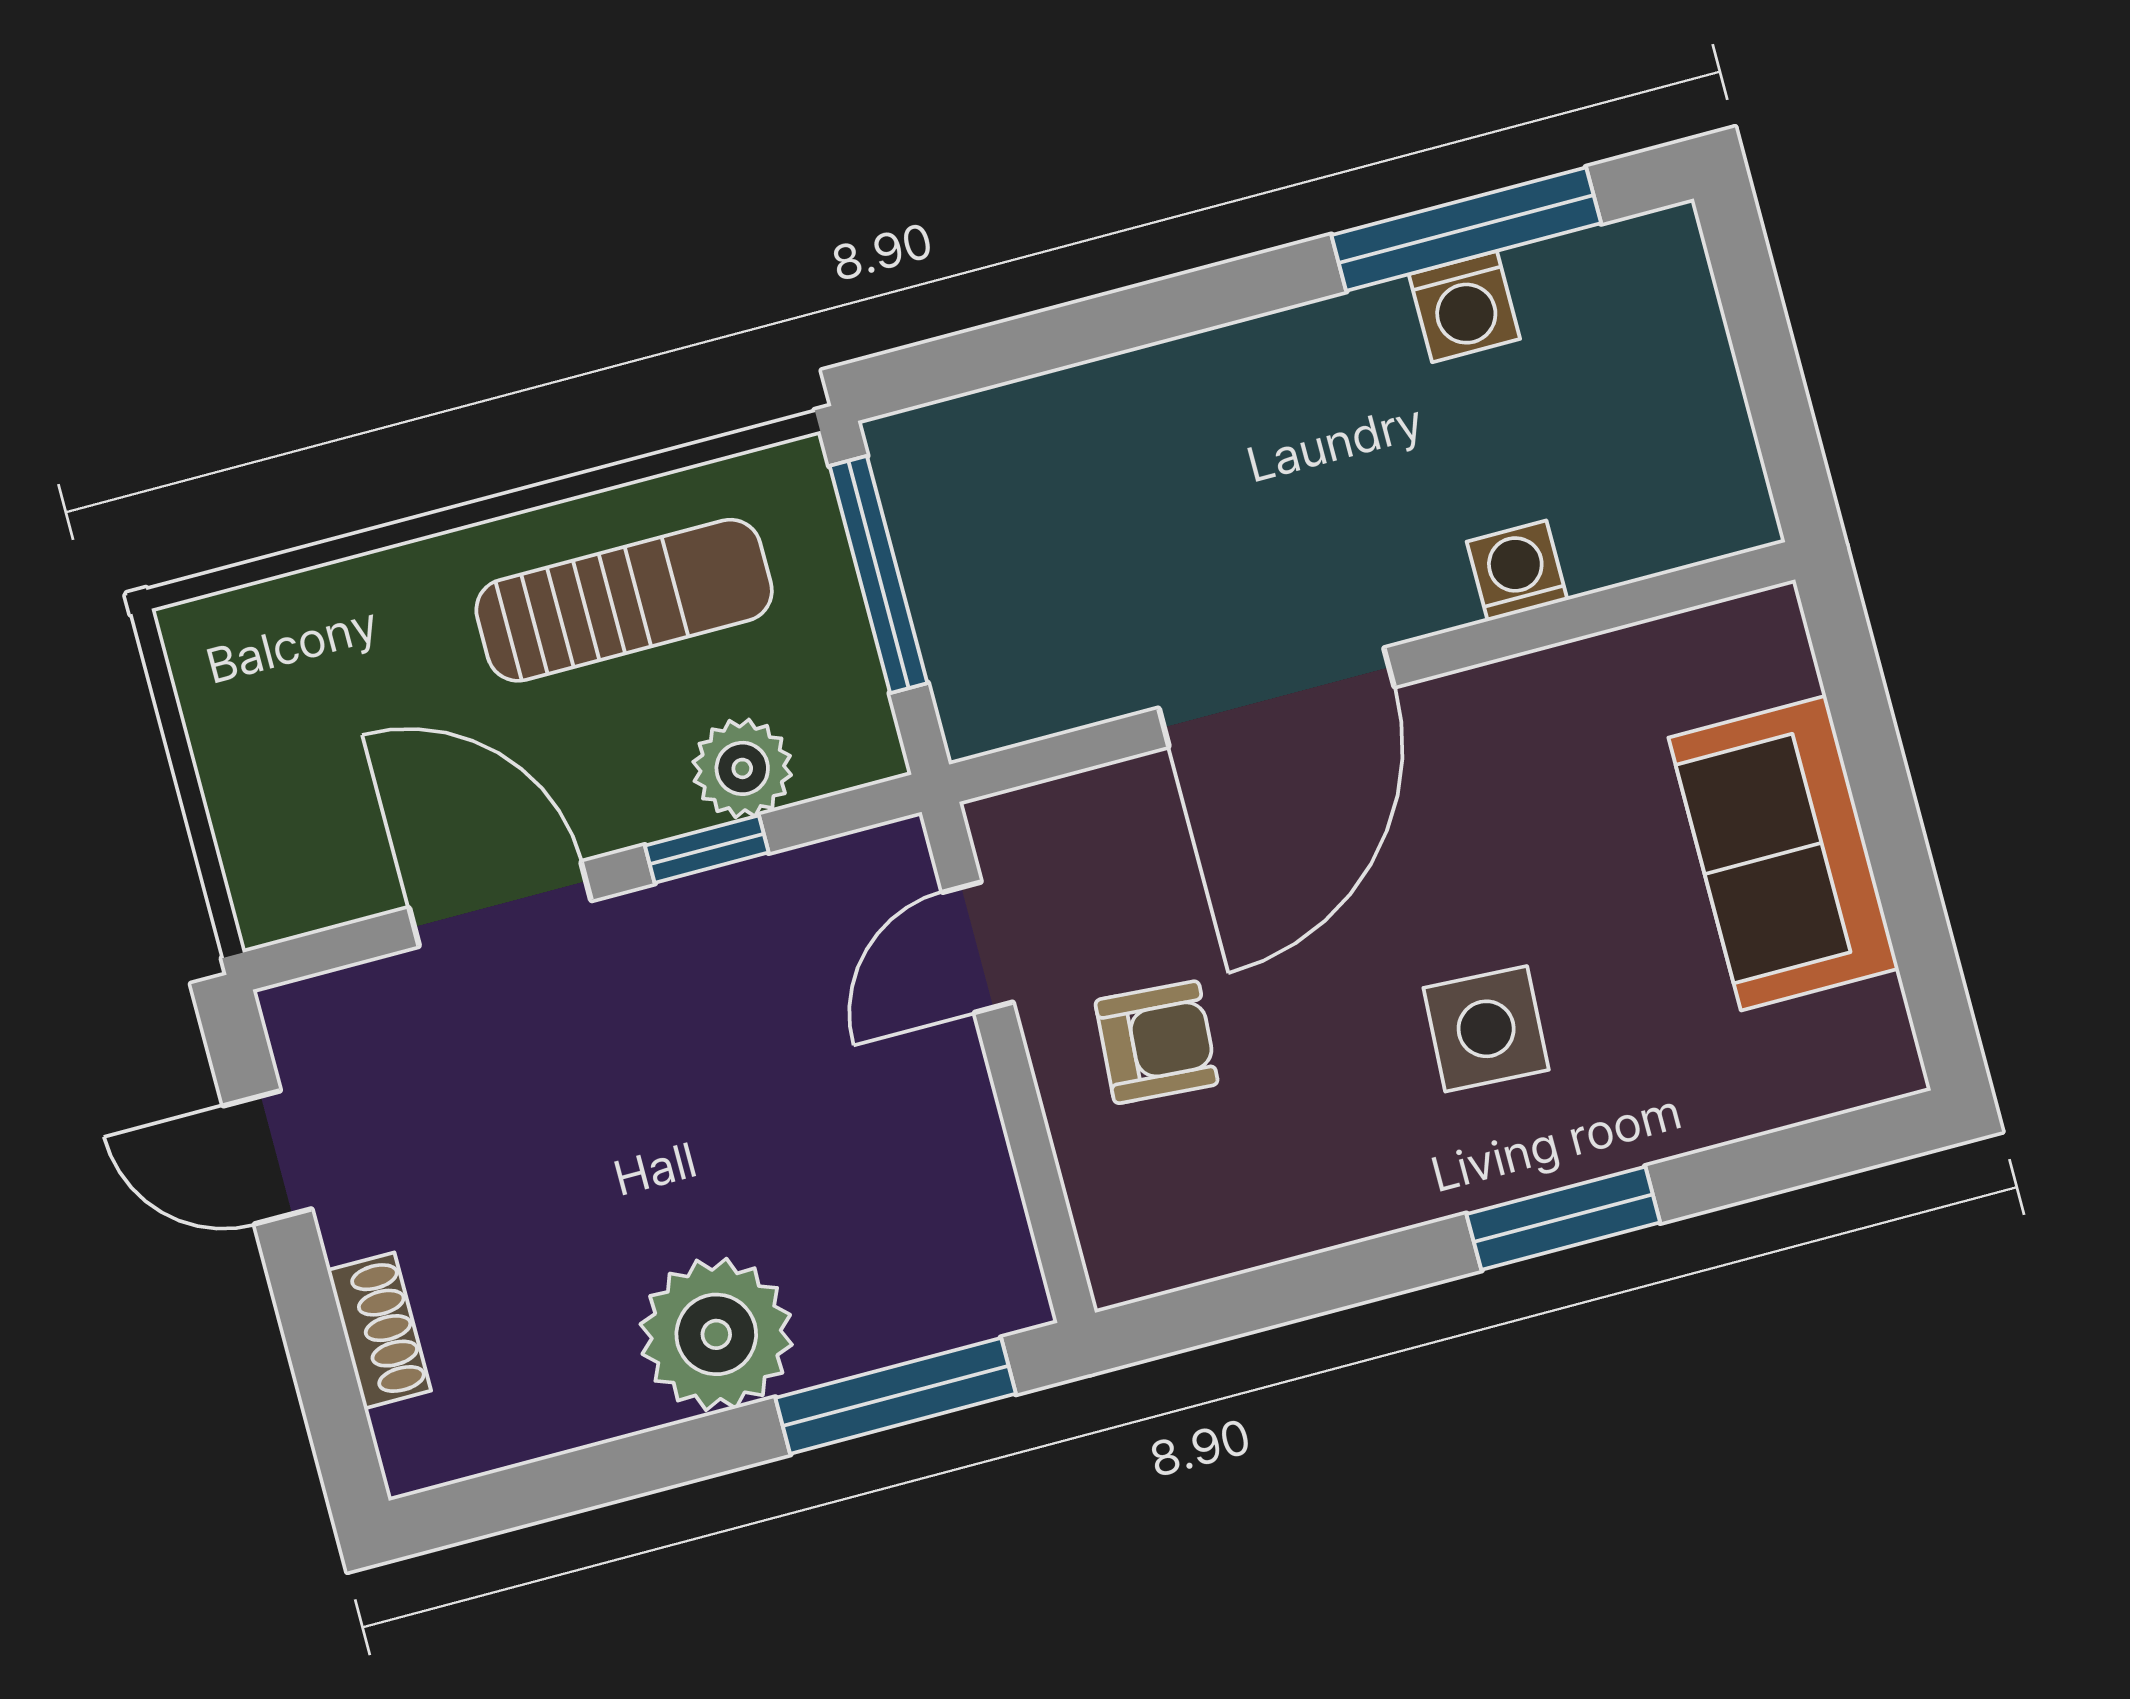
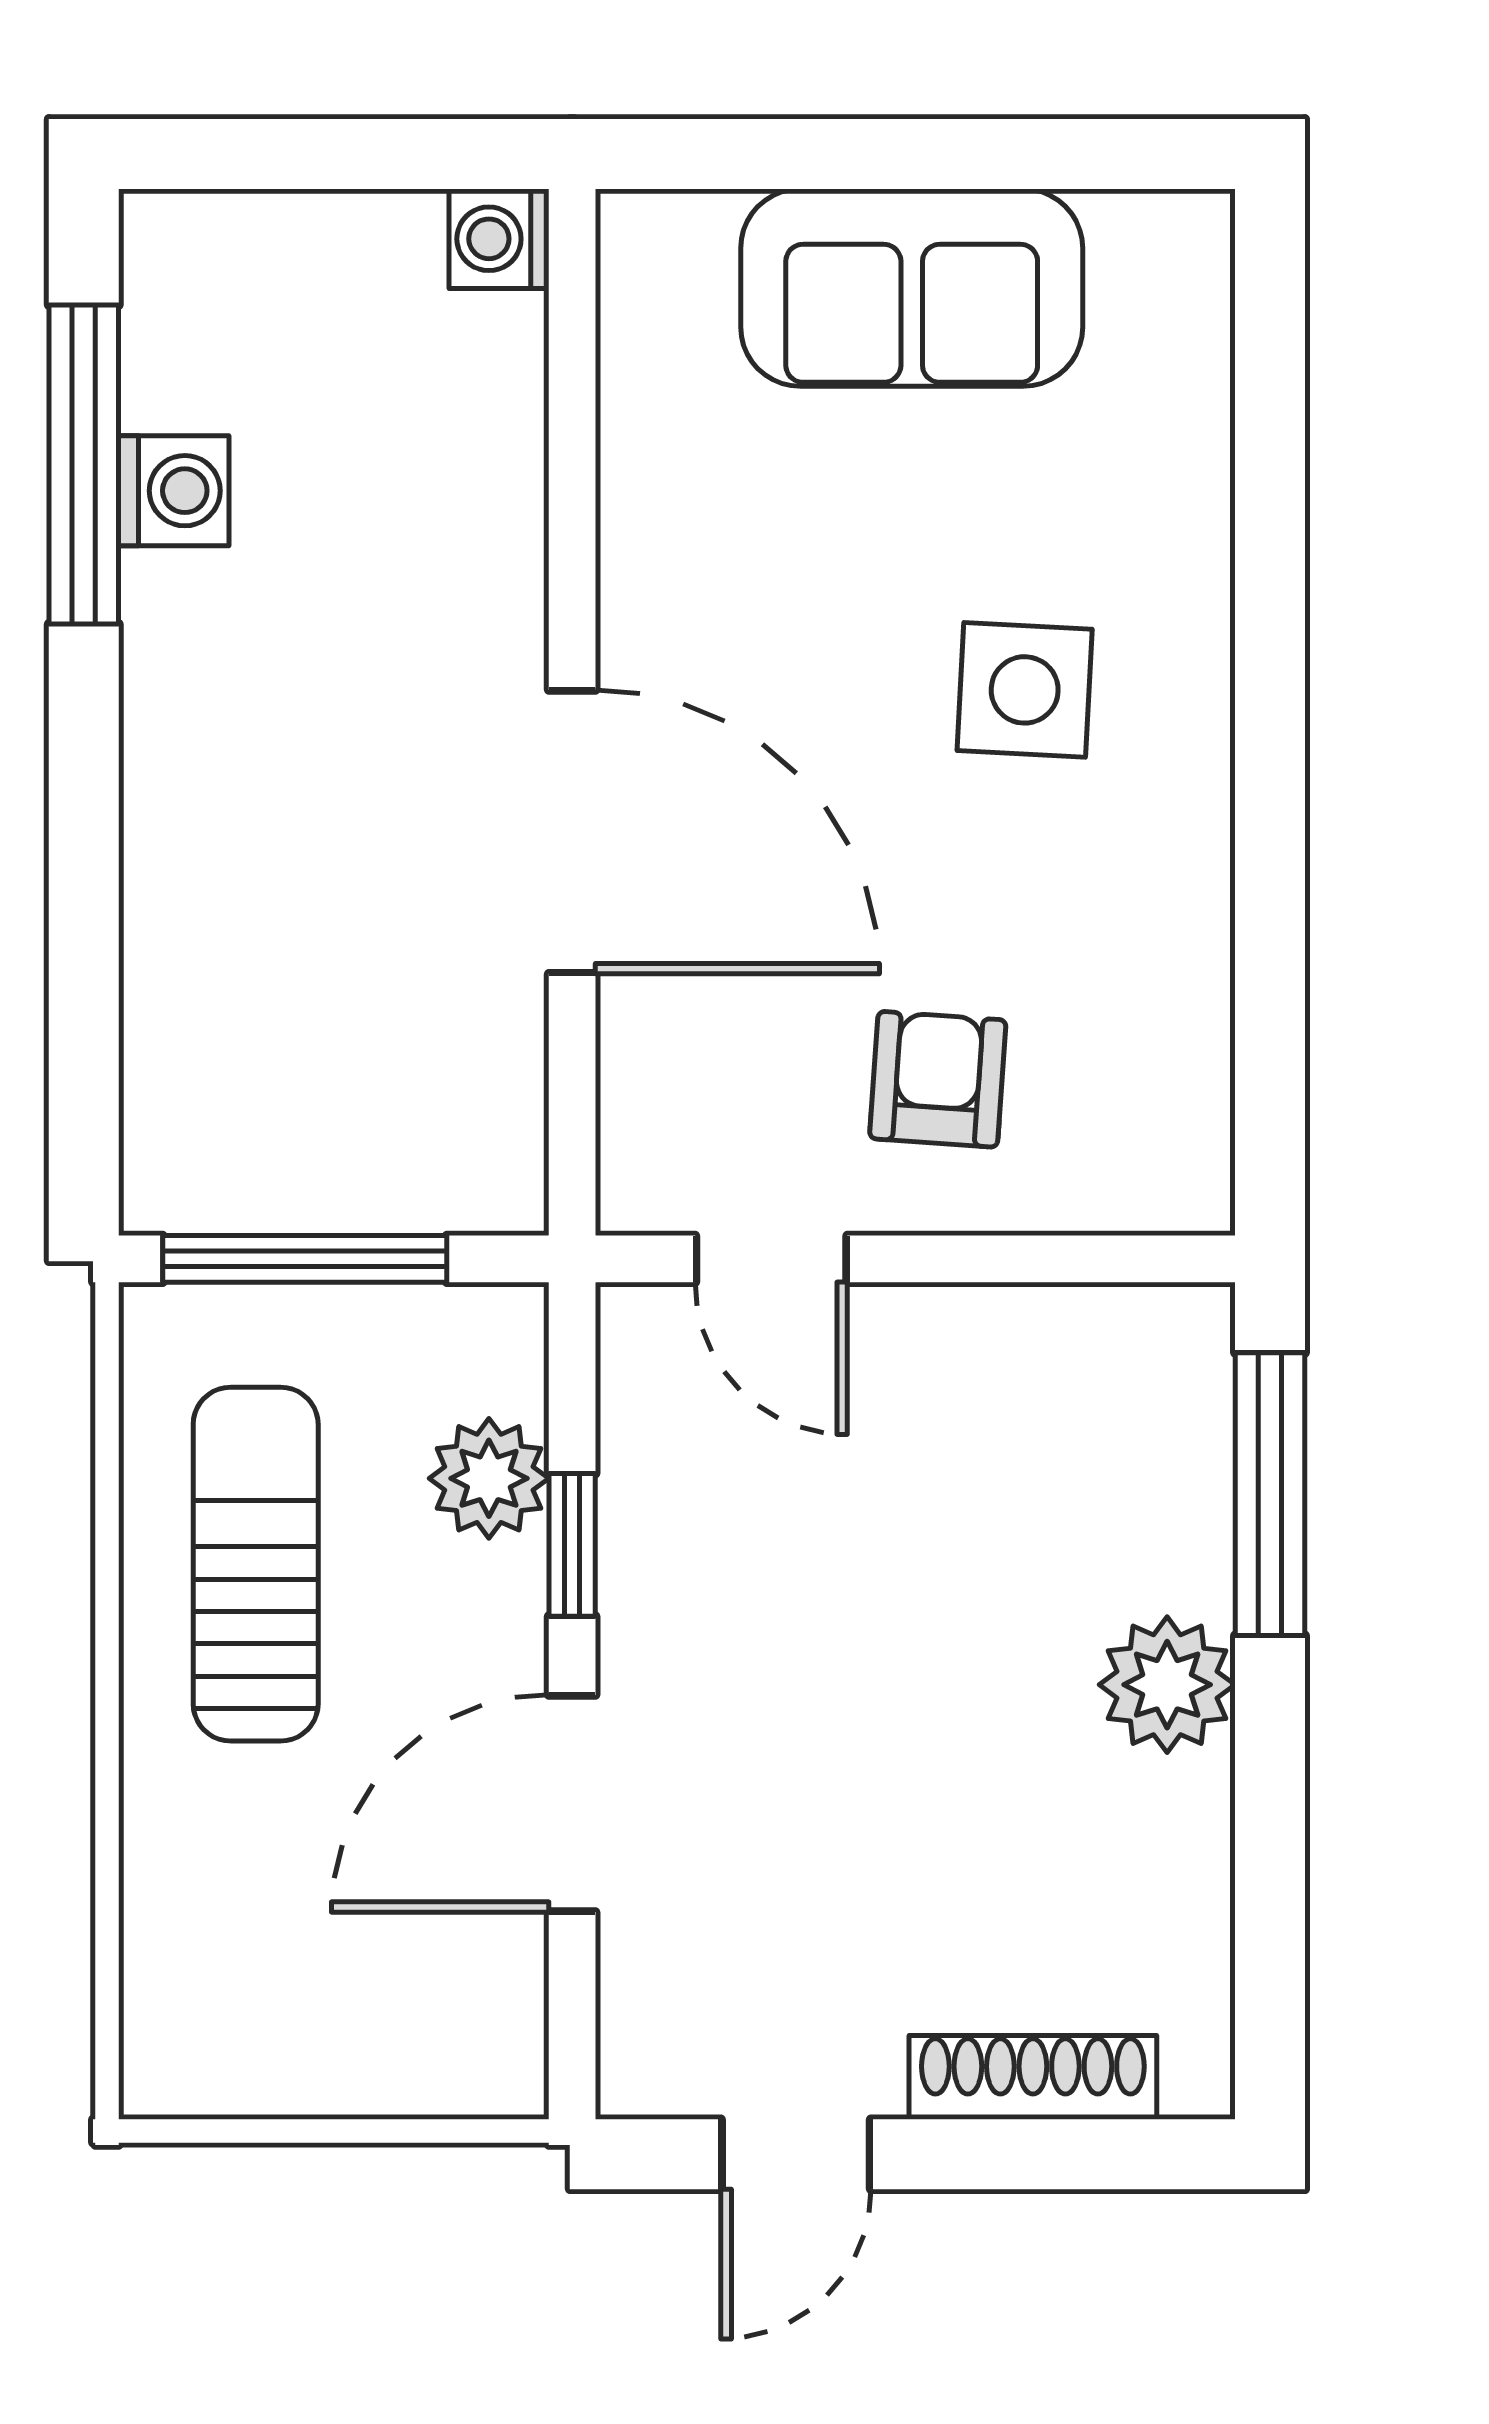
washing machine: (1517, 571) -> (499, 239), moved
window: (1563, 1218) -> (1270, 659), removed
shoe rack: (379, 1330) -> (1033, 2077), width x1.43
plant: (716, 1334) -> (1167, 1685), width x0.73, depth x0.73

